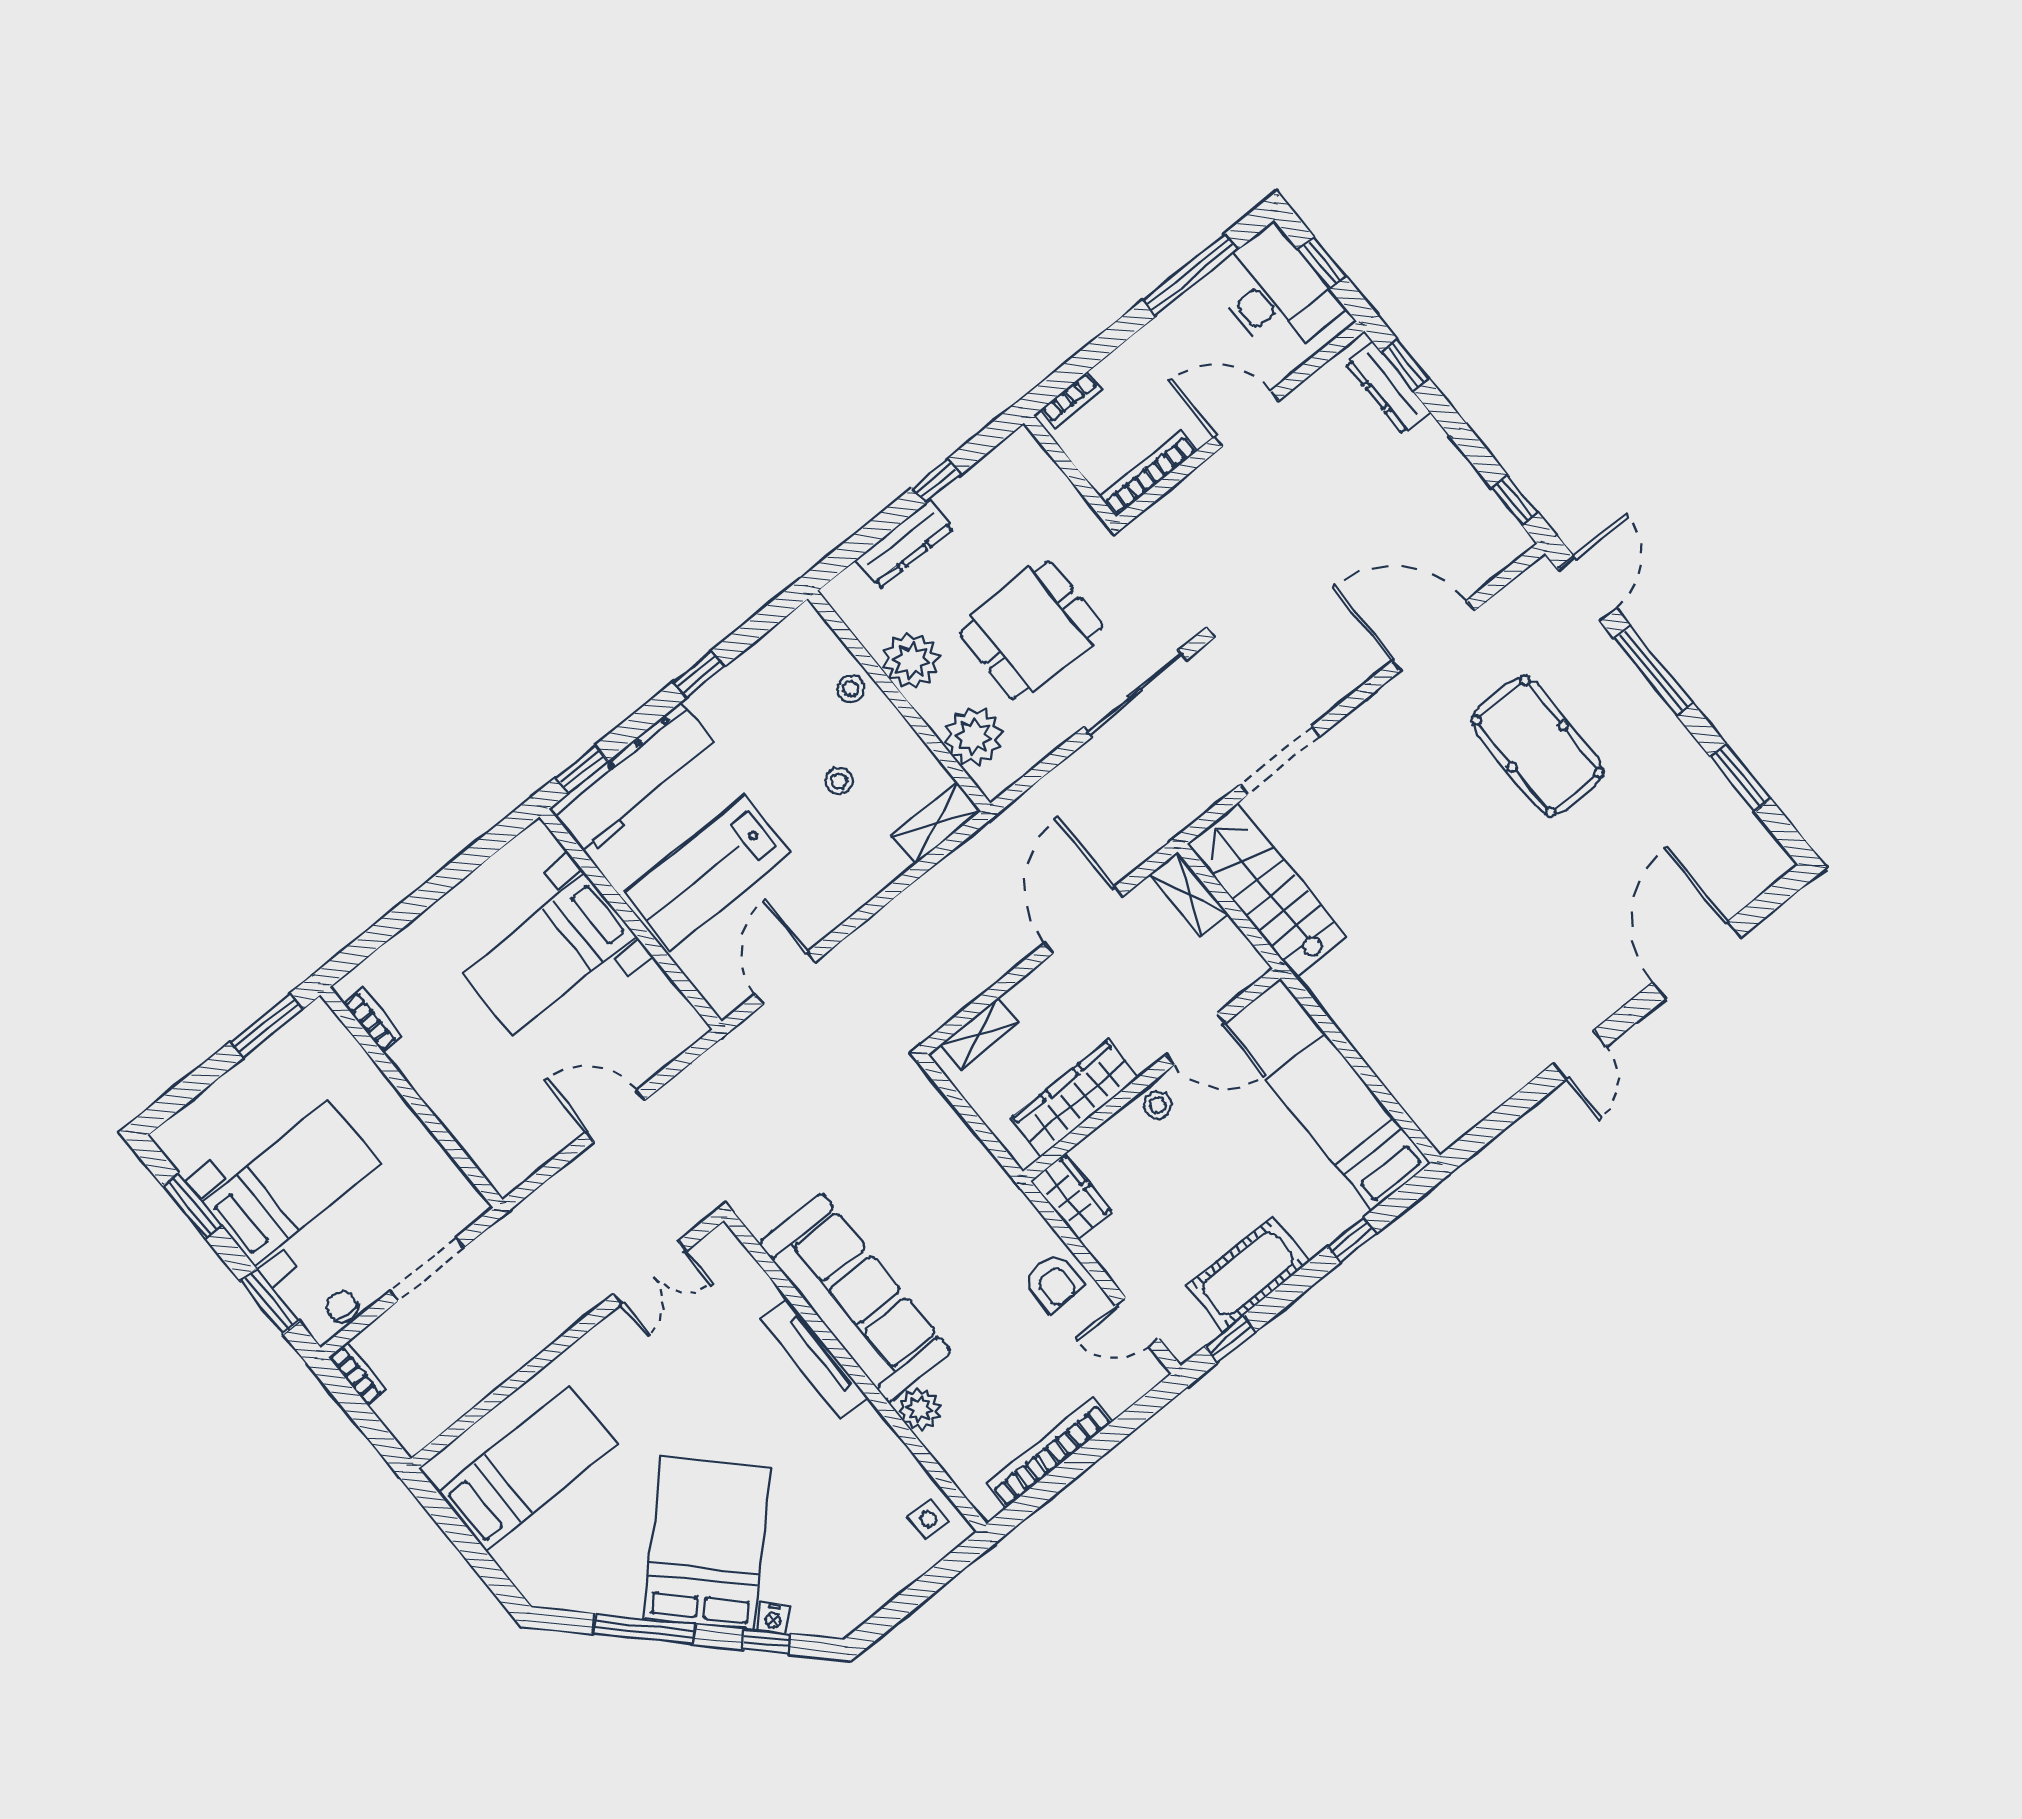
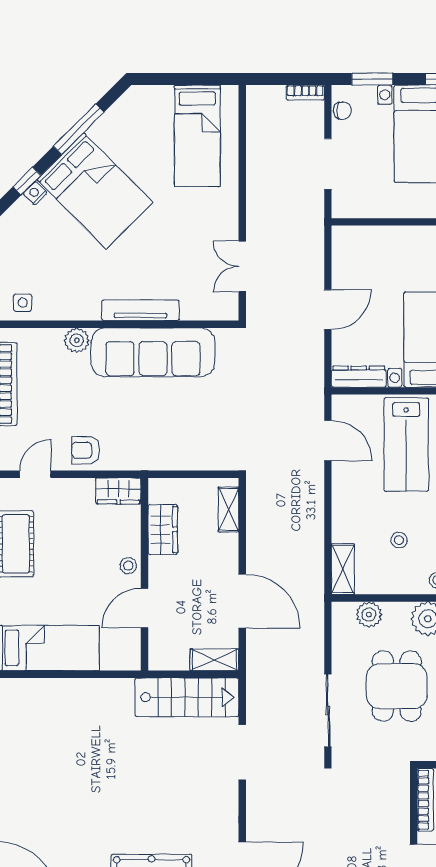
plant: (974, 737) -> (369, 615), width x0.73, depth x0.73
lab bench: (708, 872) -> (406, 445), turned 180
dresser: (670, 1005) -> (359, 377), added
wardrobe: (1075, 1098) -> (163, 530), width x0.67

